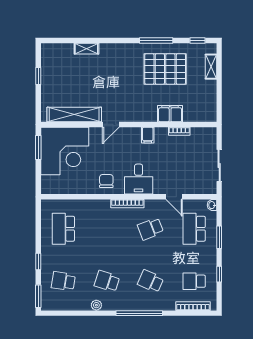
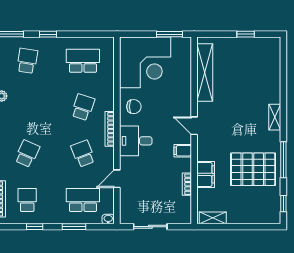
shelving: (86, 49) -> (275, 117), moved
shelving: (211, 67) -> (213, 218), moved
pallet: (165, 69) -> (253, 169), turned 90
door: (111, 124) -> (194, 126), moved
corner desk: (65, 151) -> (145, 62), moved, turned -90
school desk: (107, 281) -> (83, 107), moved

